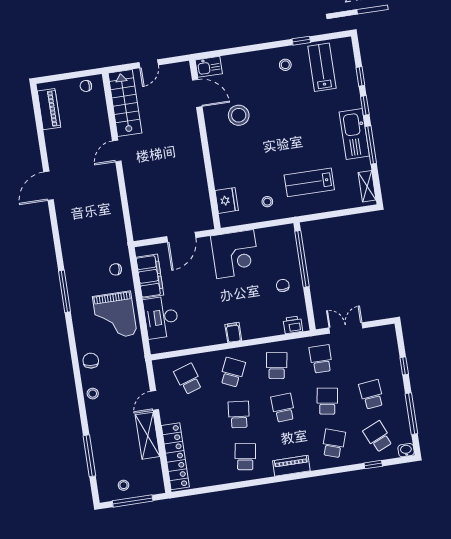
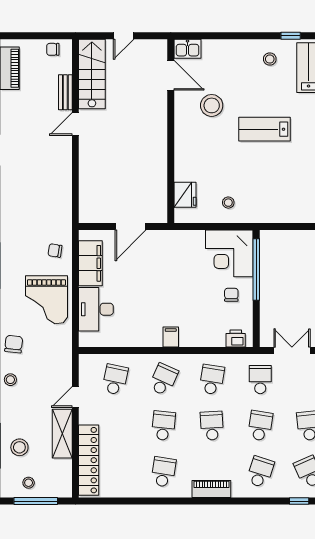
bench: (103, 123) -> (65, 92), added
lab bench: (309, 182) -> (265, 129), moved
corner desk: (235, 254) -> (229, 253), moved, turned 90
school desk: (188, 379) -> (115, 380), turned 30
stool: (110, 454) -> (19, 447), added

